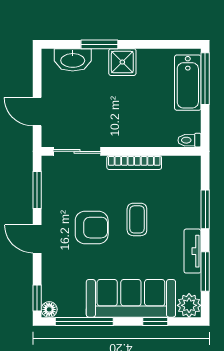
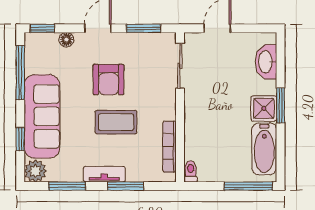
window: (99, 44) -> (281, 106), moved
bathtub: (188, 83) -> (264, 149), moved, turned -90
bookcase: (134, 163) -> (169, 147), moved
coffee table: (137, 219) -> (116, 122), width x1.36, depth x1.30
tv unit: (192, 251) -> (104, 174), moved
floor lamp: (49, 309) -> (66, 40), moved

